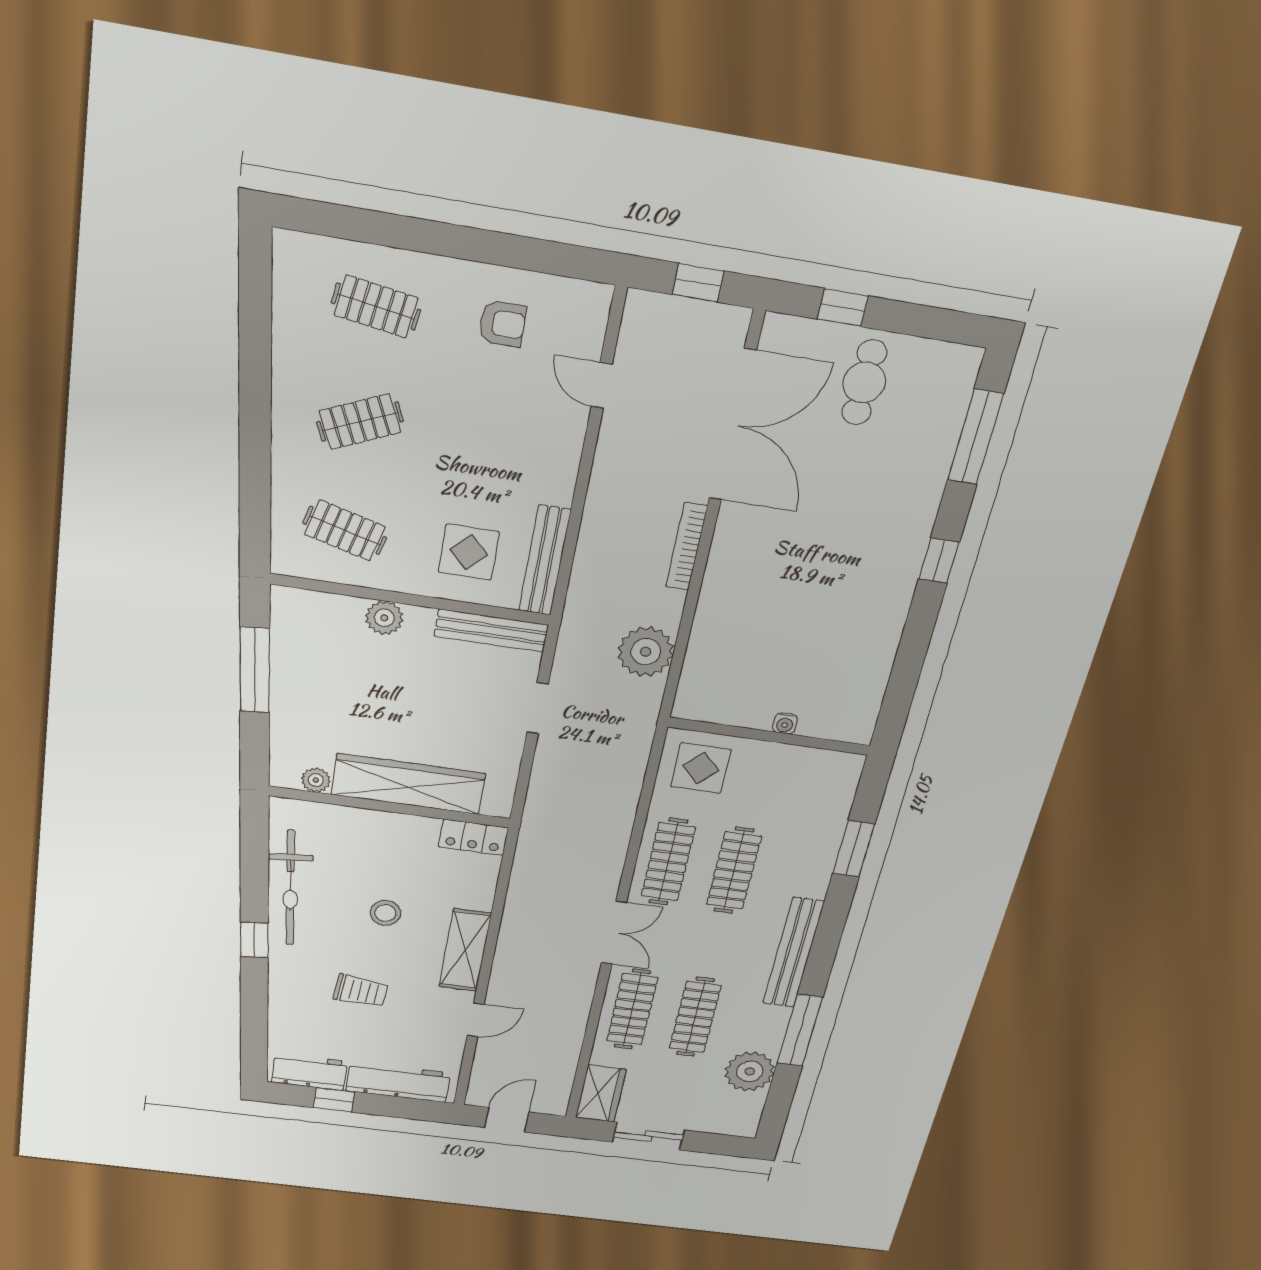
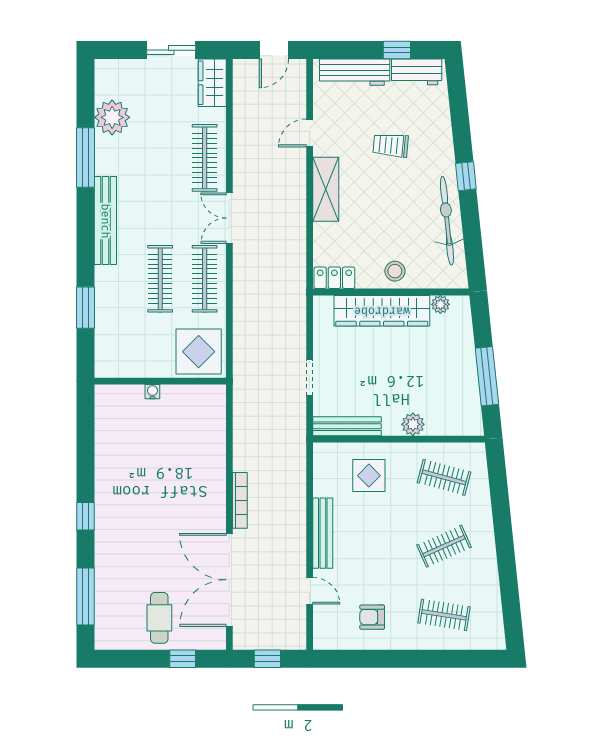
bench: (545, 560) -> (323, 533), moved
plant: (646, 652) -> (250, 427), removed
display table: (701, 768) -> (199, 352), width x1.36, depth x1.36
stool: (385, 913) -> (395, 271), moved
clothes rail: (695, 1017) -> (160, 158), removed

